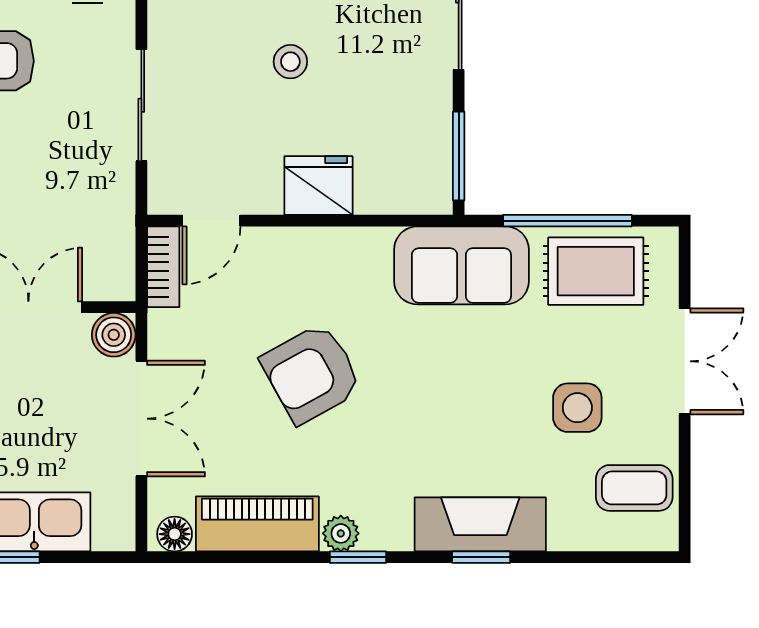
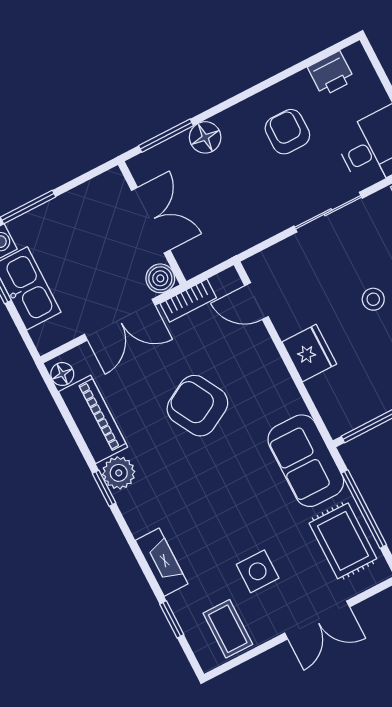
sliding door: (141, 105) -> (328, 212), moved
bookcase: (163, 267) -> (188, 301), moved
fireplace: (480, 524) -> (162, 562), width x0.73, depth x0.76
plant: (341, 533) -> (119, 473), width x1.38, depth x1.38
window: (481, 557) -> (172, 619), moved

